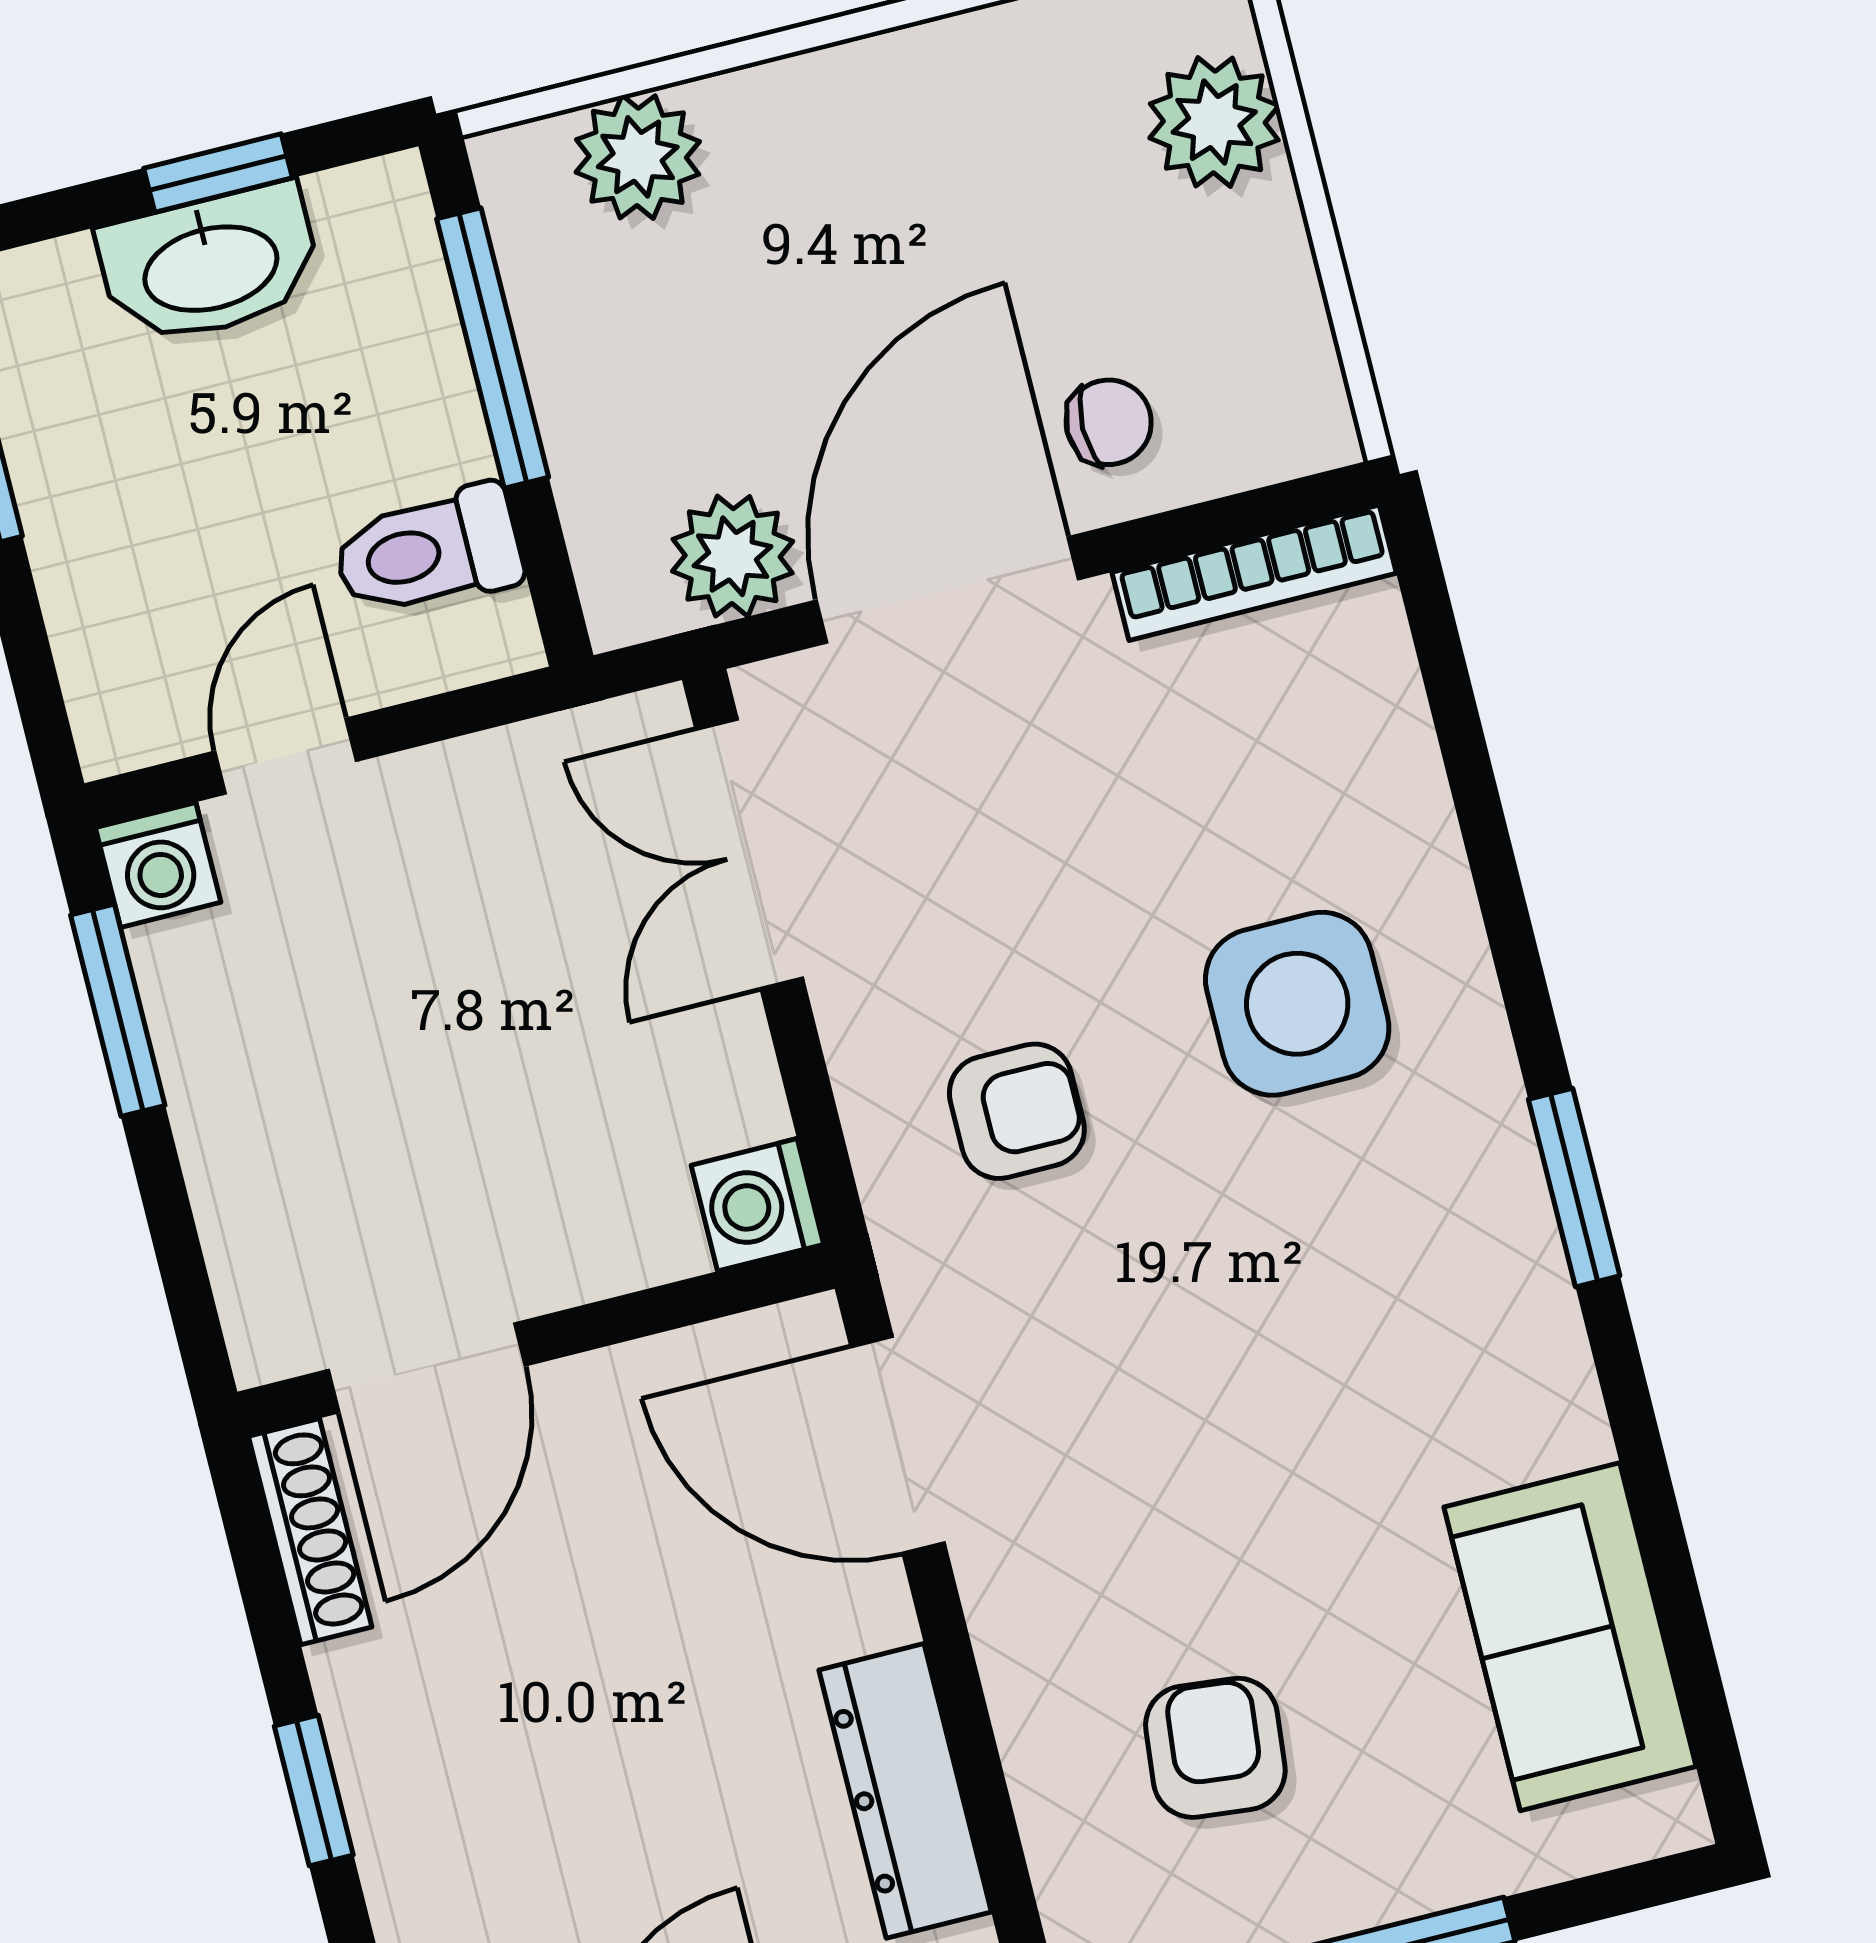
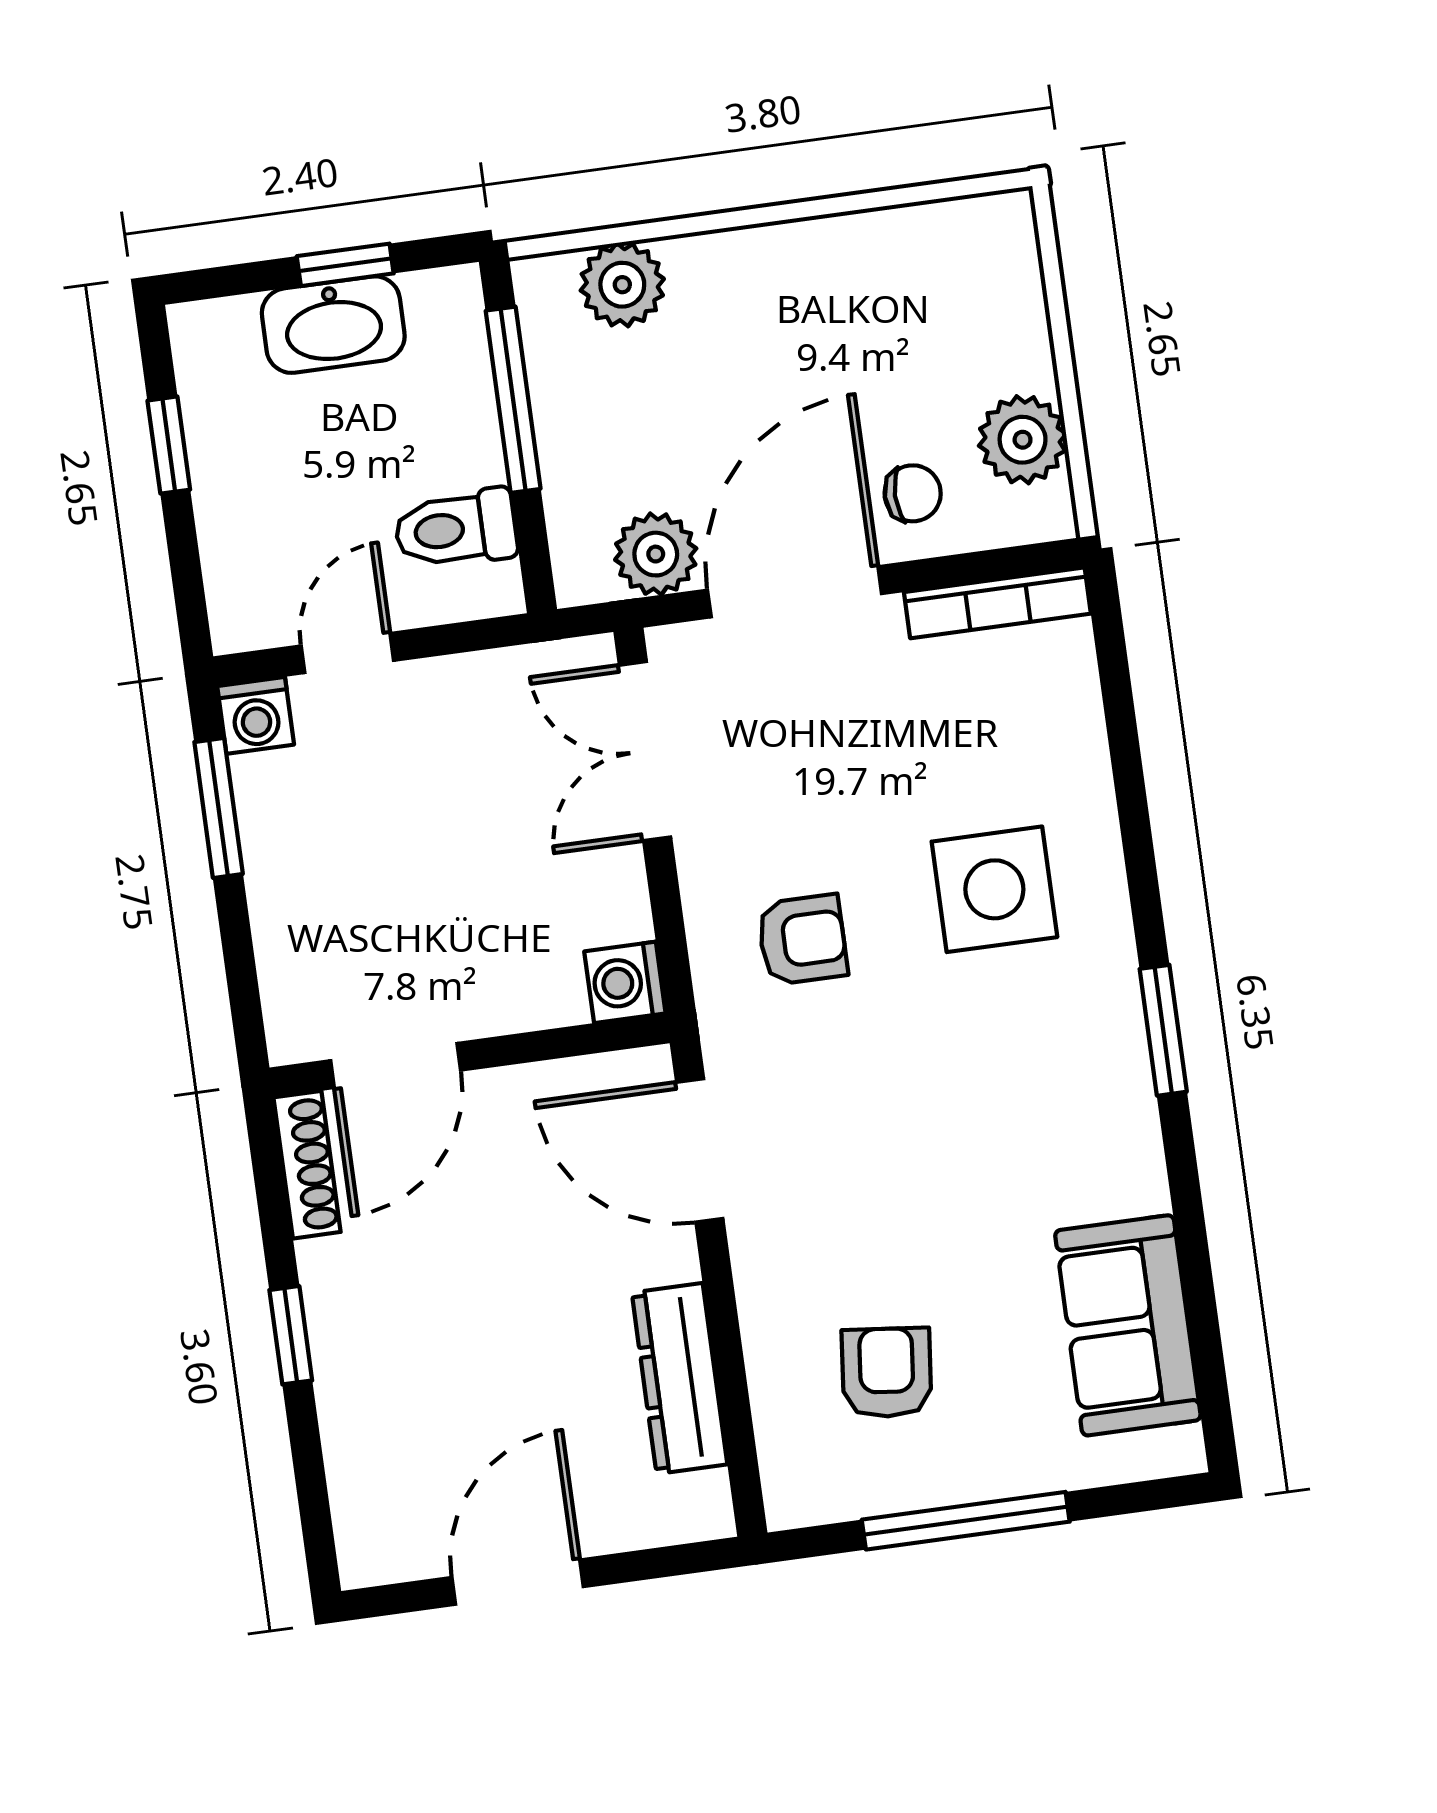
plant: (1214, 122) -> (1023, 440), moved

